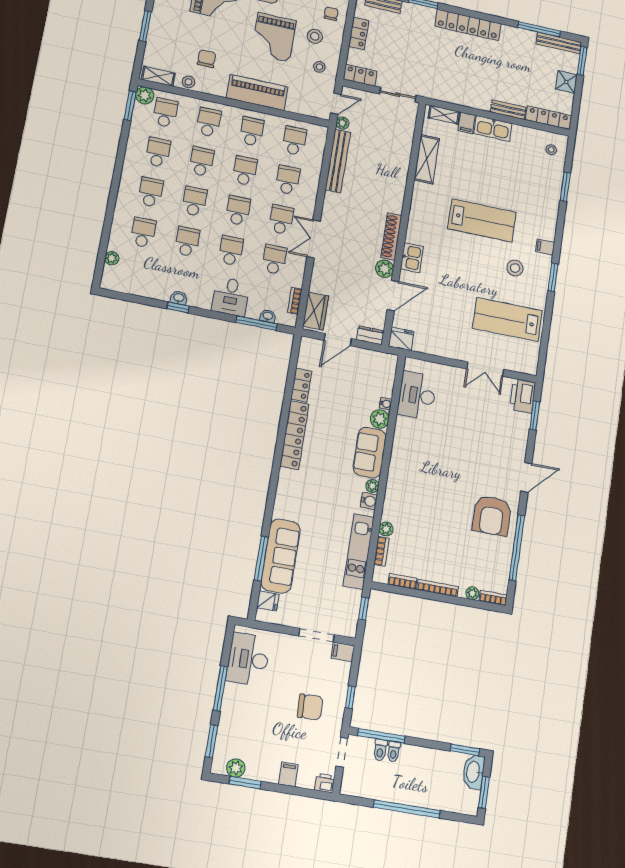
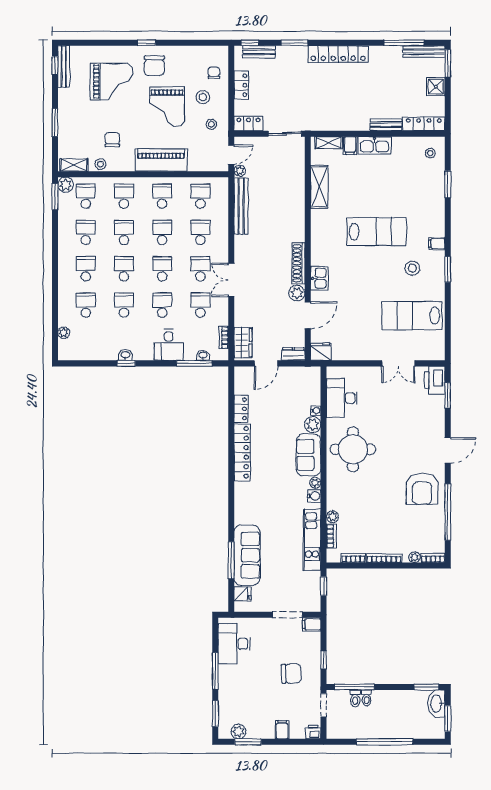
round table: (421, 456) -> (353, 449), added

